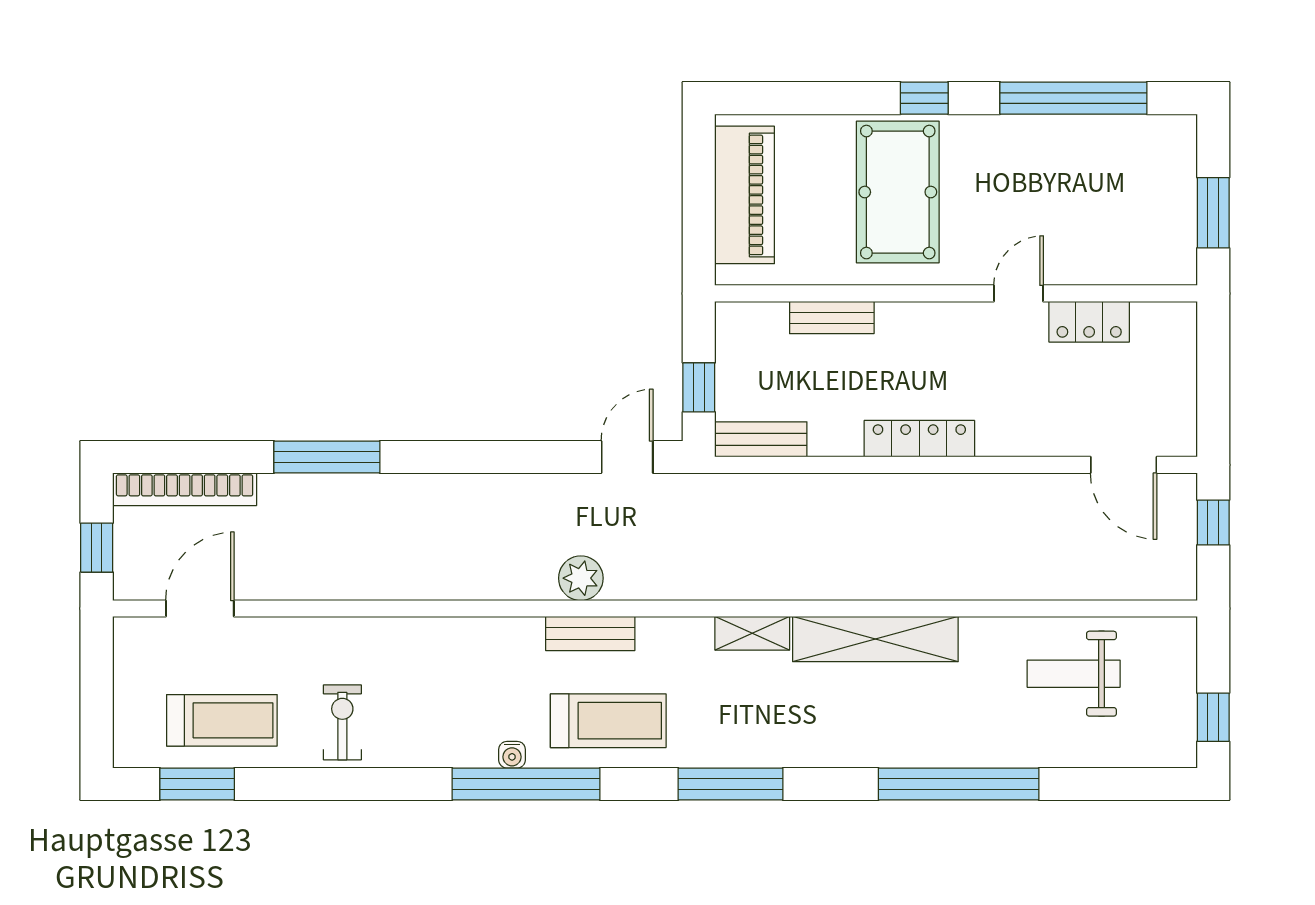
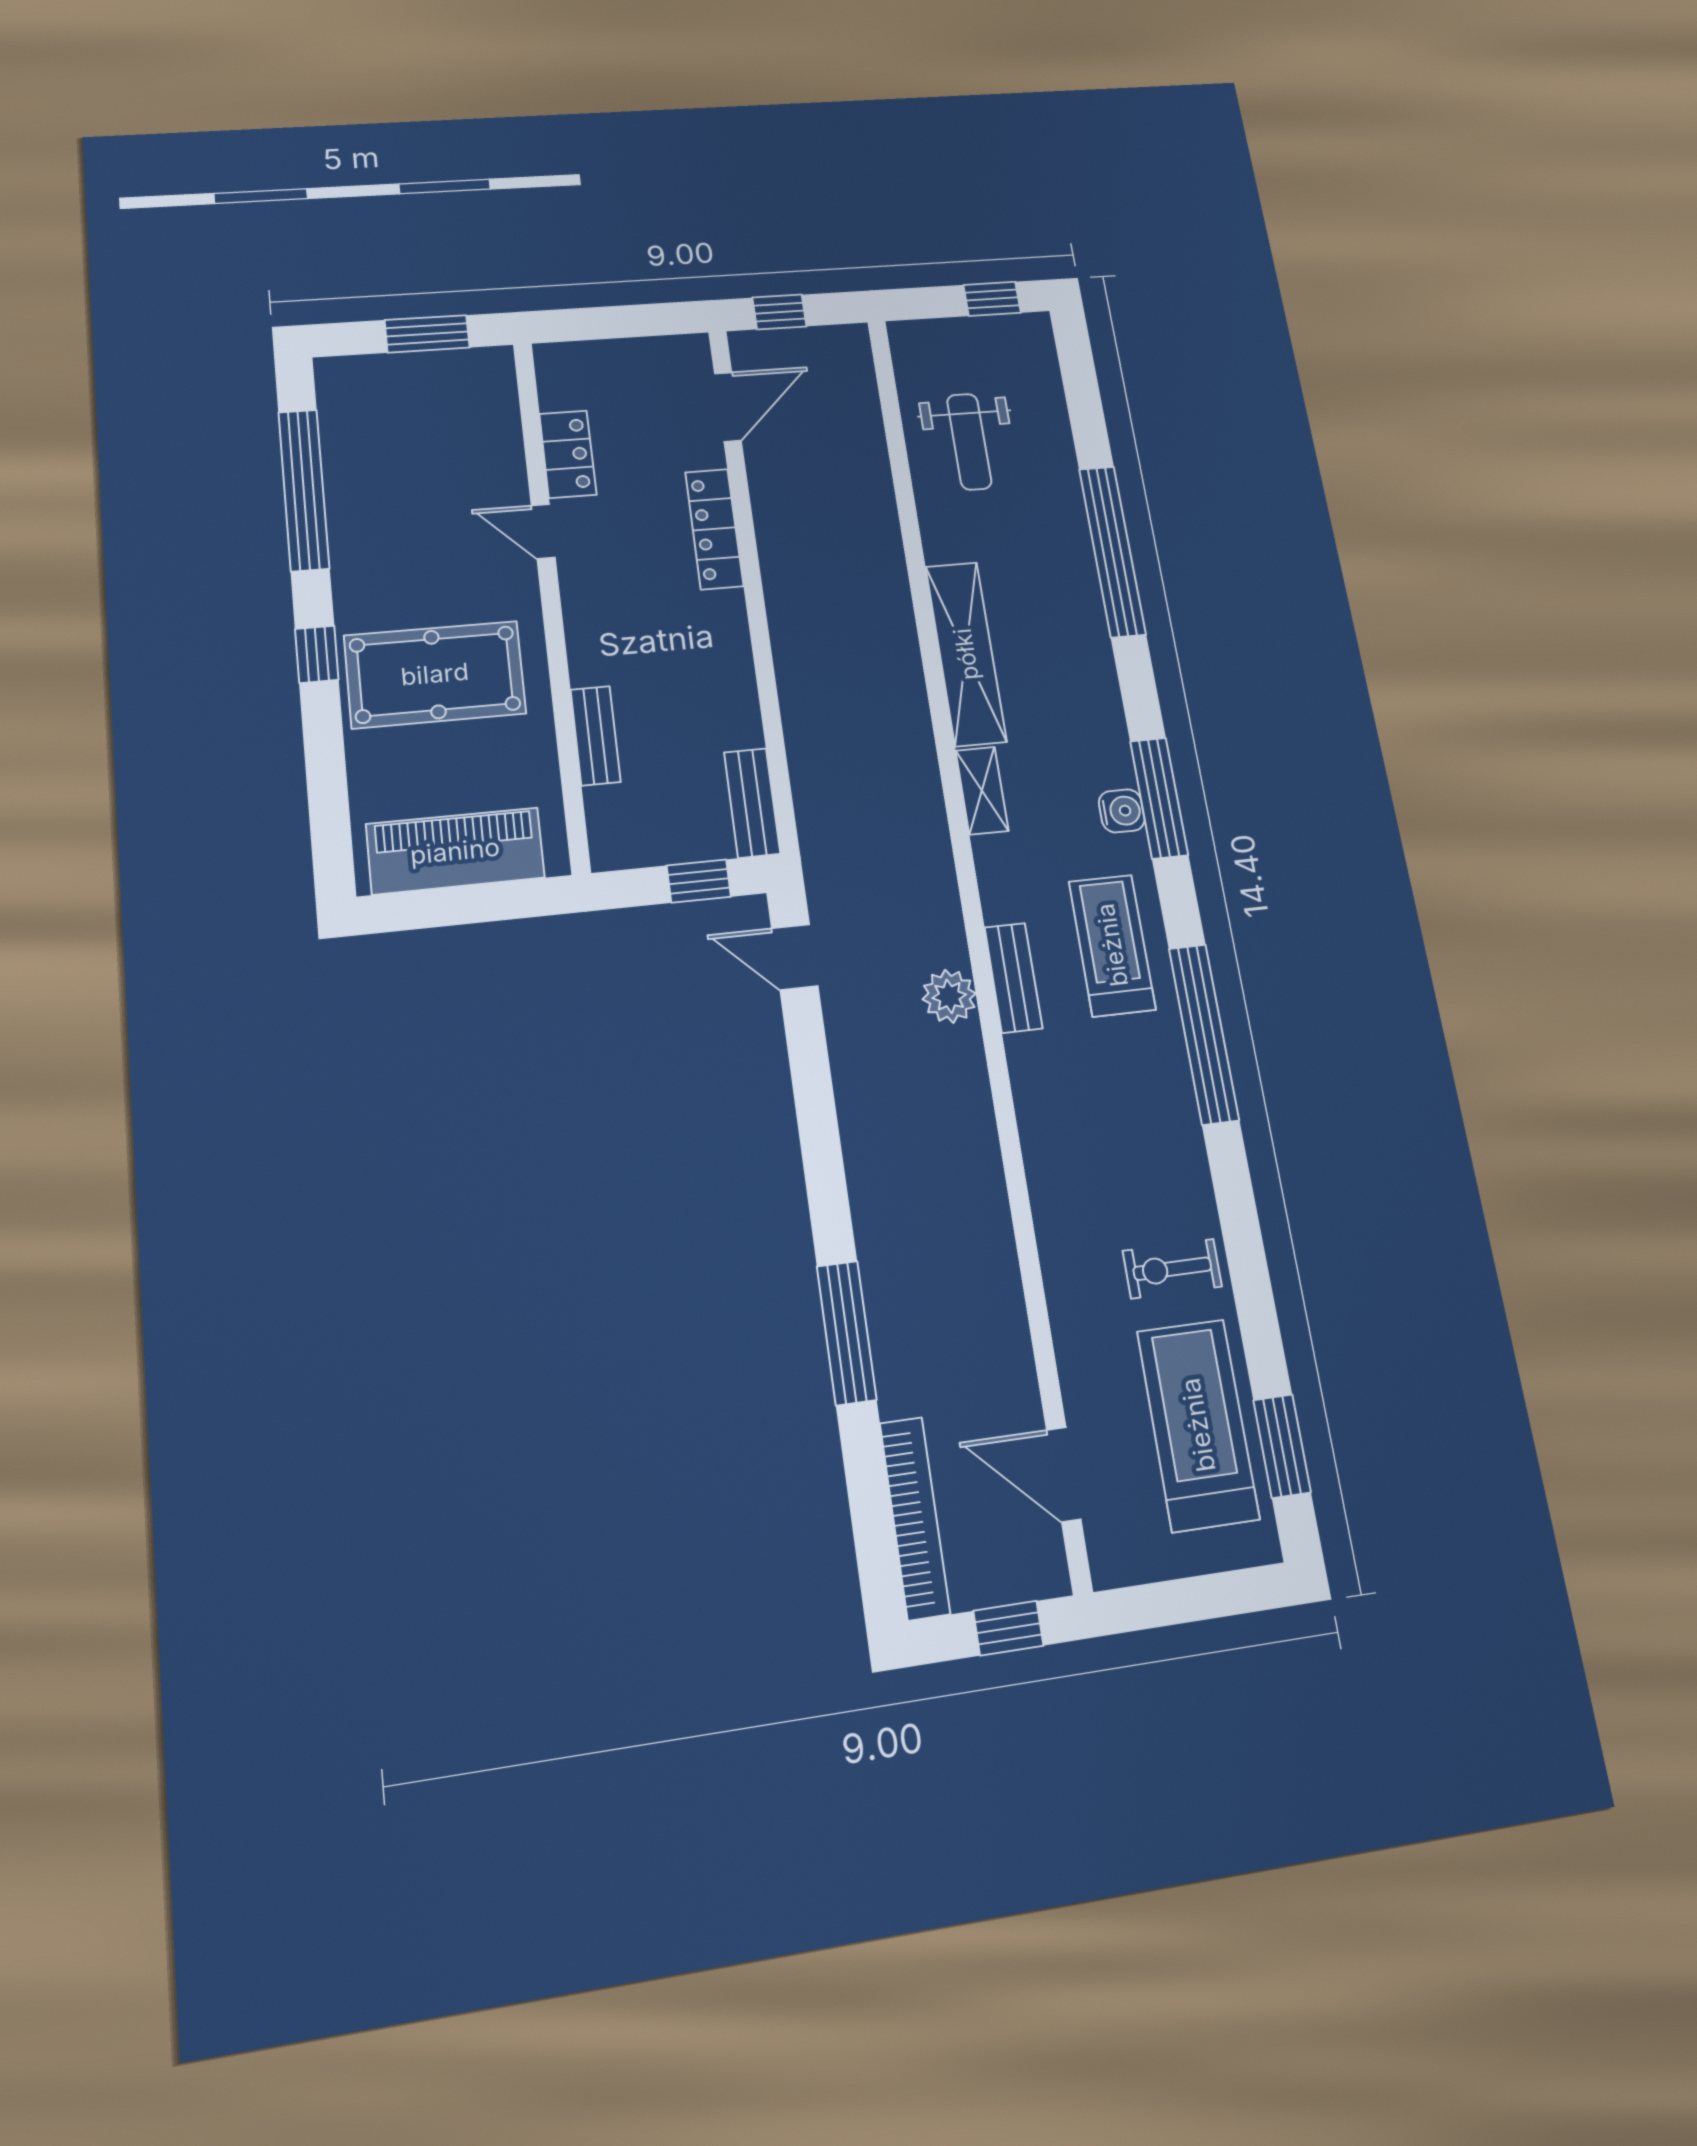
locker: (919, 439) -> (714, 529), moved
treadmill: (222, 720) -> (1198, 1425), width x1.37, depth x1.38
water cooler: (512, 755) -> (1122, 811), moved, width x1.38, depth x1.38

